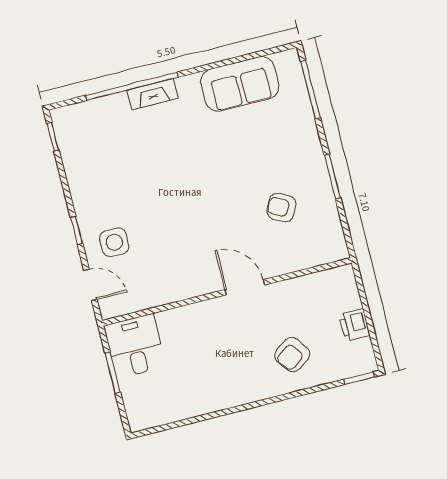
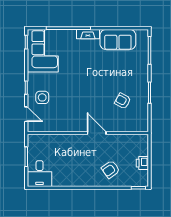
fireplace: (153, 94) -> (88, 34), moved
corner sofa: (91, 146) -> (43, 51), added
desk: (135, 346) -> (40, 174), moved, turned 180

